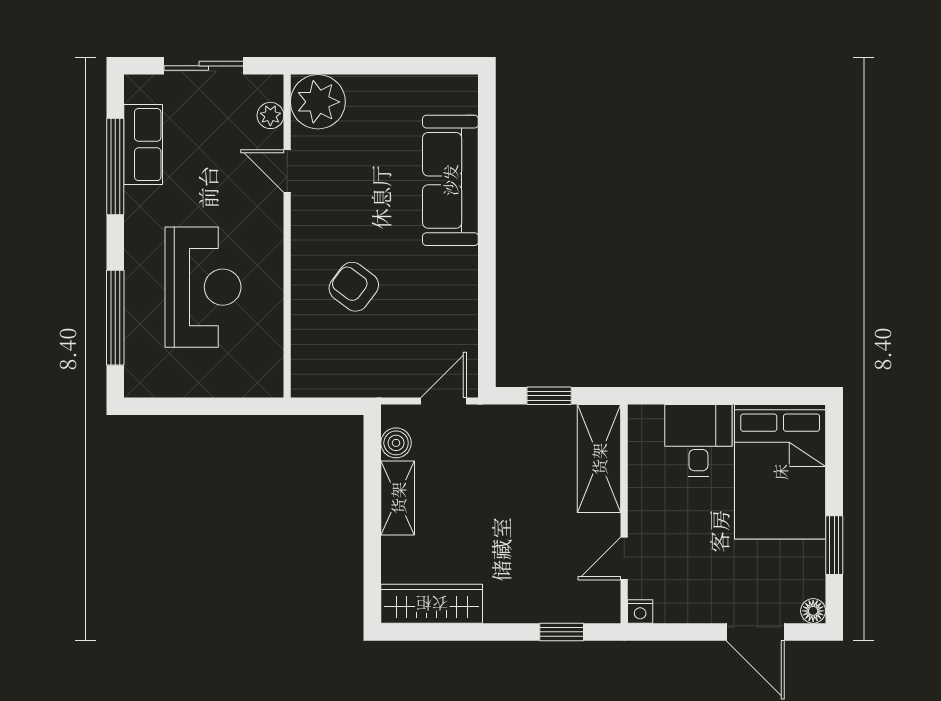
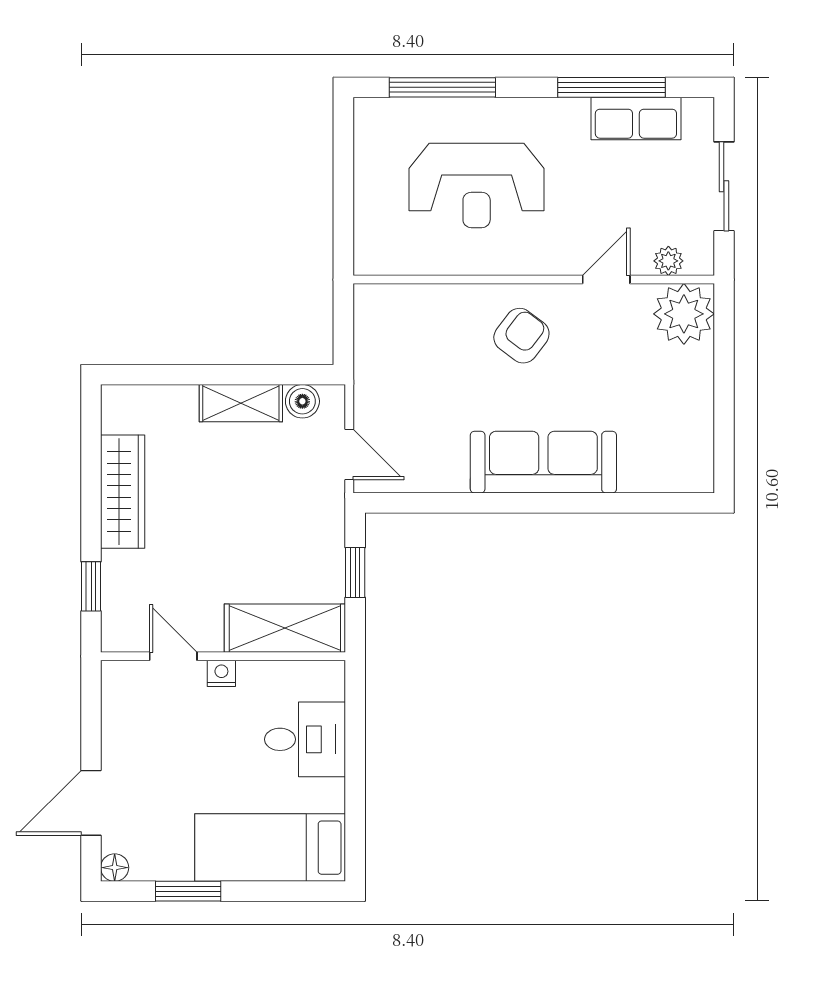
sofa: (450, 180) -> (543, 462), moved
armchair: (354, 287) -> (521, 336), moved
bed: (780, 472) -> (270, 848), width x0.67
wardrobe: (432, 604) -> (123, 492), moved
nightstand: (640, 611) -> (221, 673), moved, turned 90

